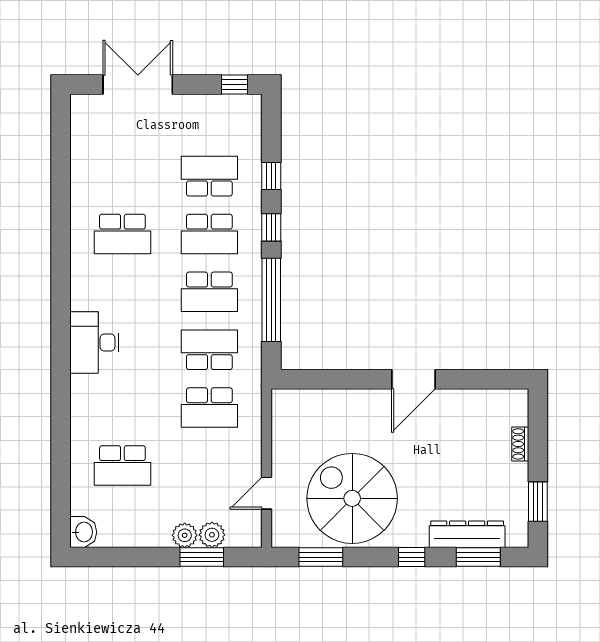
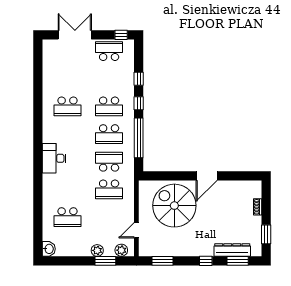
school desk: (209, 176) -> (109, 51), moved
spiral stairs: (352, 498) -> (174, 206), moved
plant: (212, 535) -> (121, 250), moved

